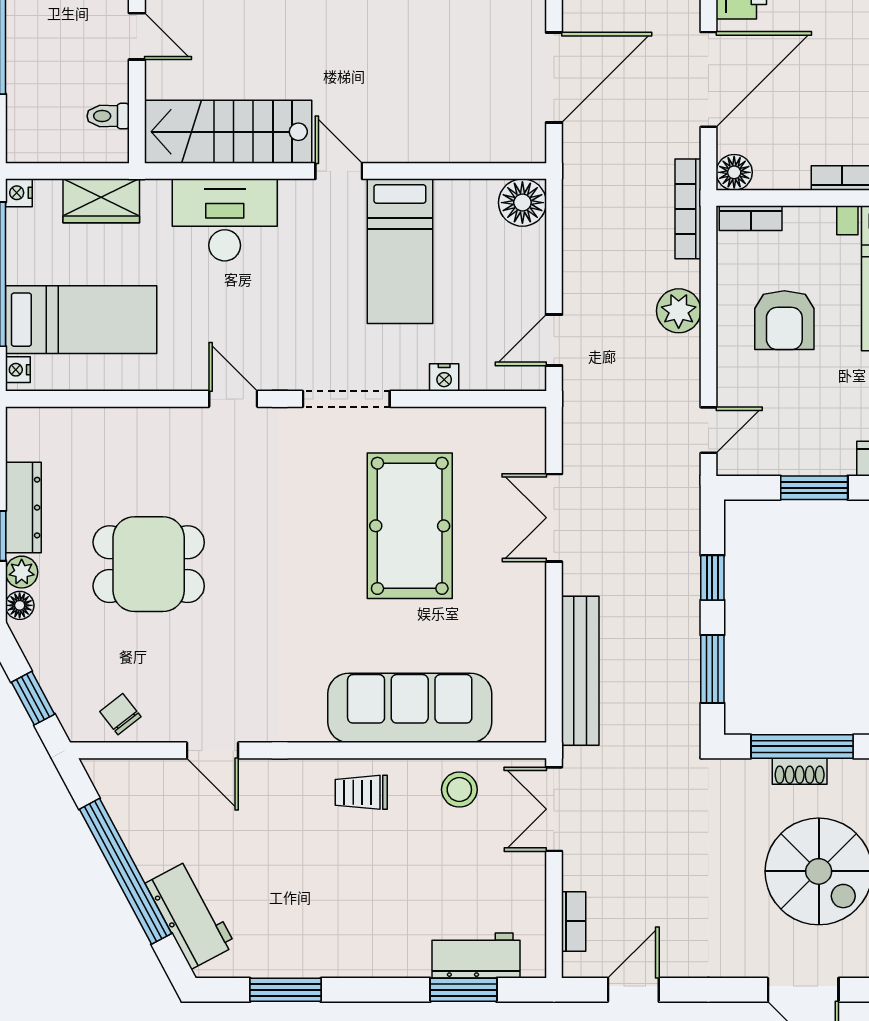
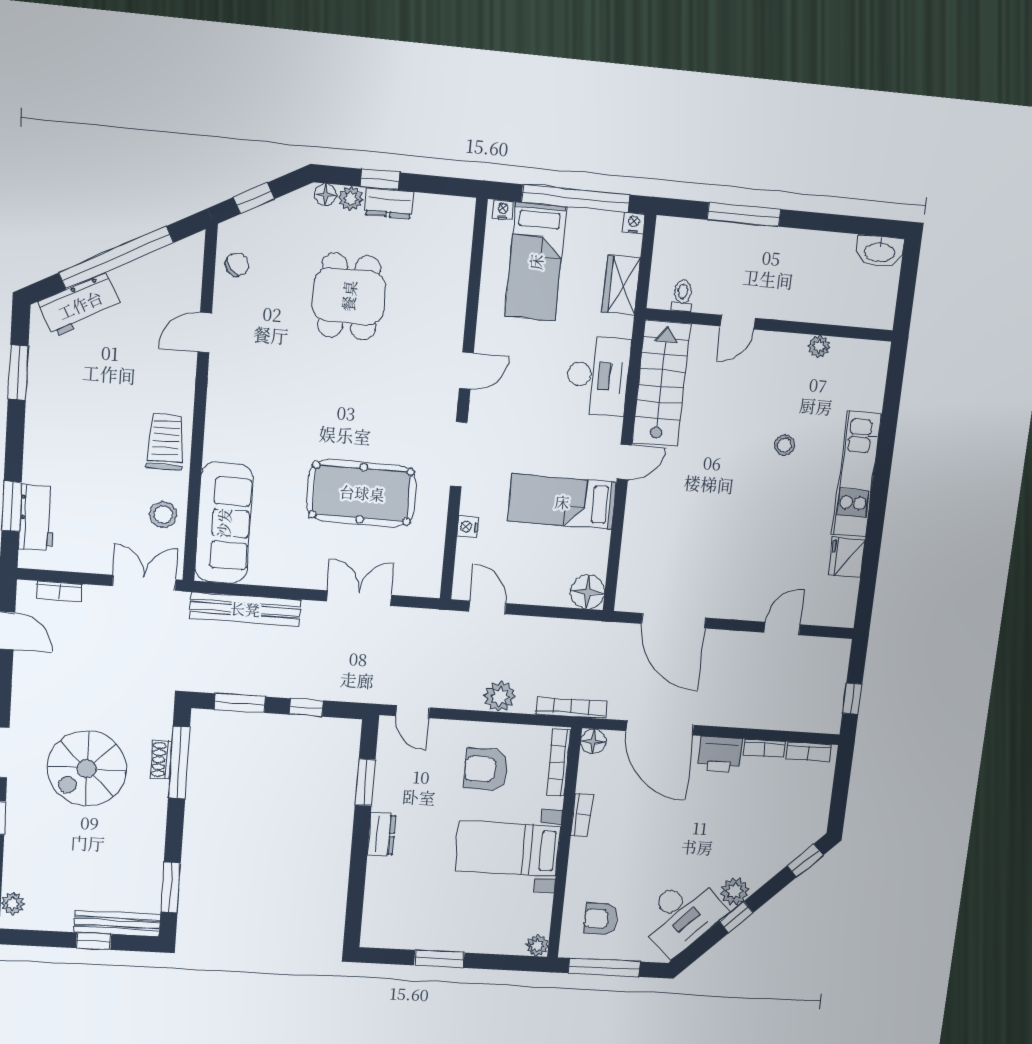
bookcase: (751, 218) -> (559, 763), width x1.56
dresser: (23, 508) -> (389, 203), width x0.70
sofa: (410, 708) -> (224, 523), moved
trolley: (361, 792) -> (166, 442), width x1.36, depth x1.39

